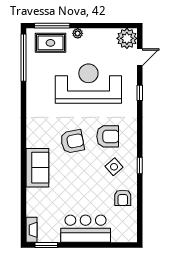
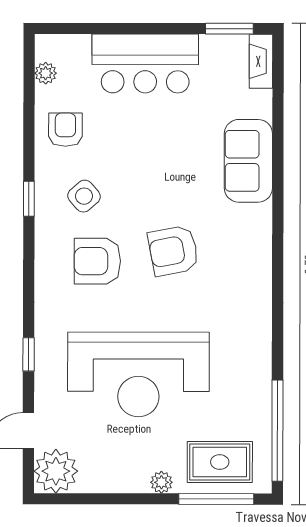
sofa: (37, 168) -> (248, 161), moved
plant: (132, 224) -> (46, 73), added

